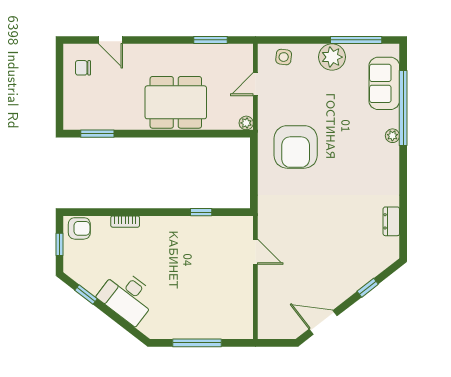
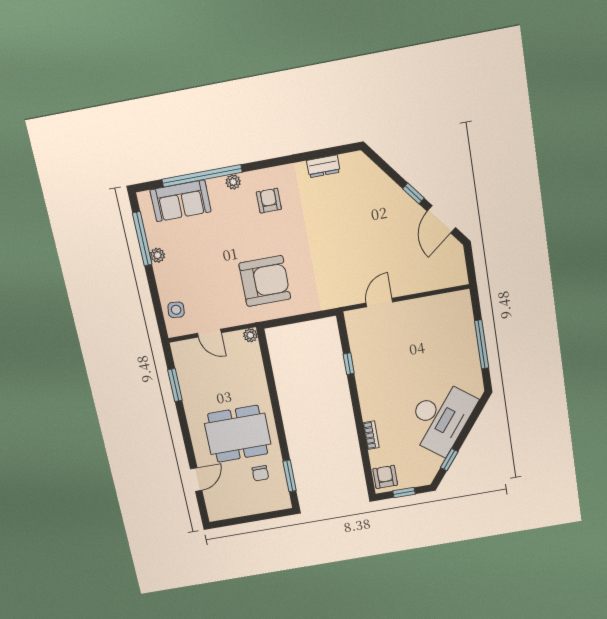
plant: (332, 57) -> (157, 255), width x0.53, depth x0.53
chair: (83, 68) -> (260, 473), moved
dining table: (176, 102) -> (238, 434), moved, turned 90
armchair: (370, 165) -> (269, 201), added
window: (368, 288) -> (413, 193), moved
desk: (127, 297) -> (440, 418), width x1.36, depth x1.30

